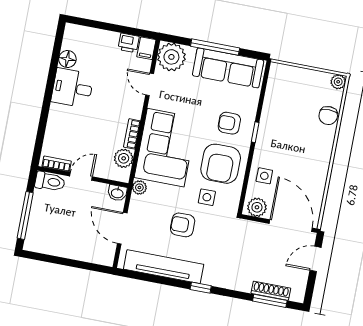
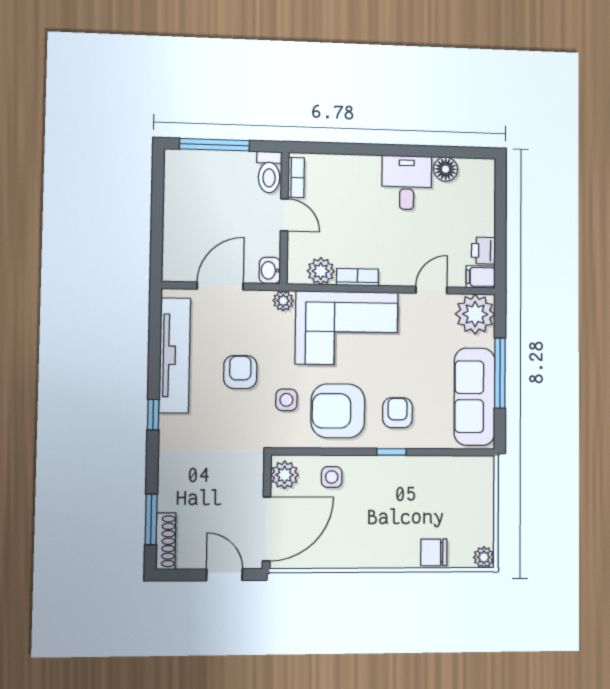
shoe rack: (271, 291) -> (166, 541), moved

